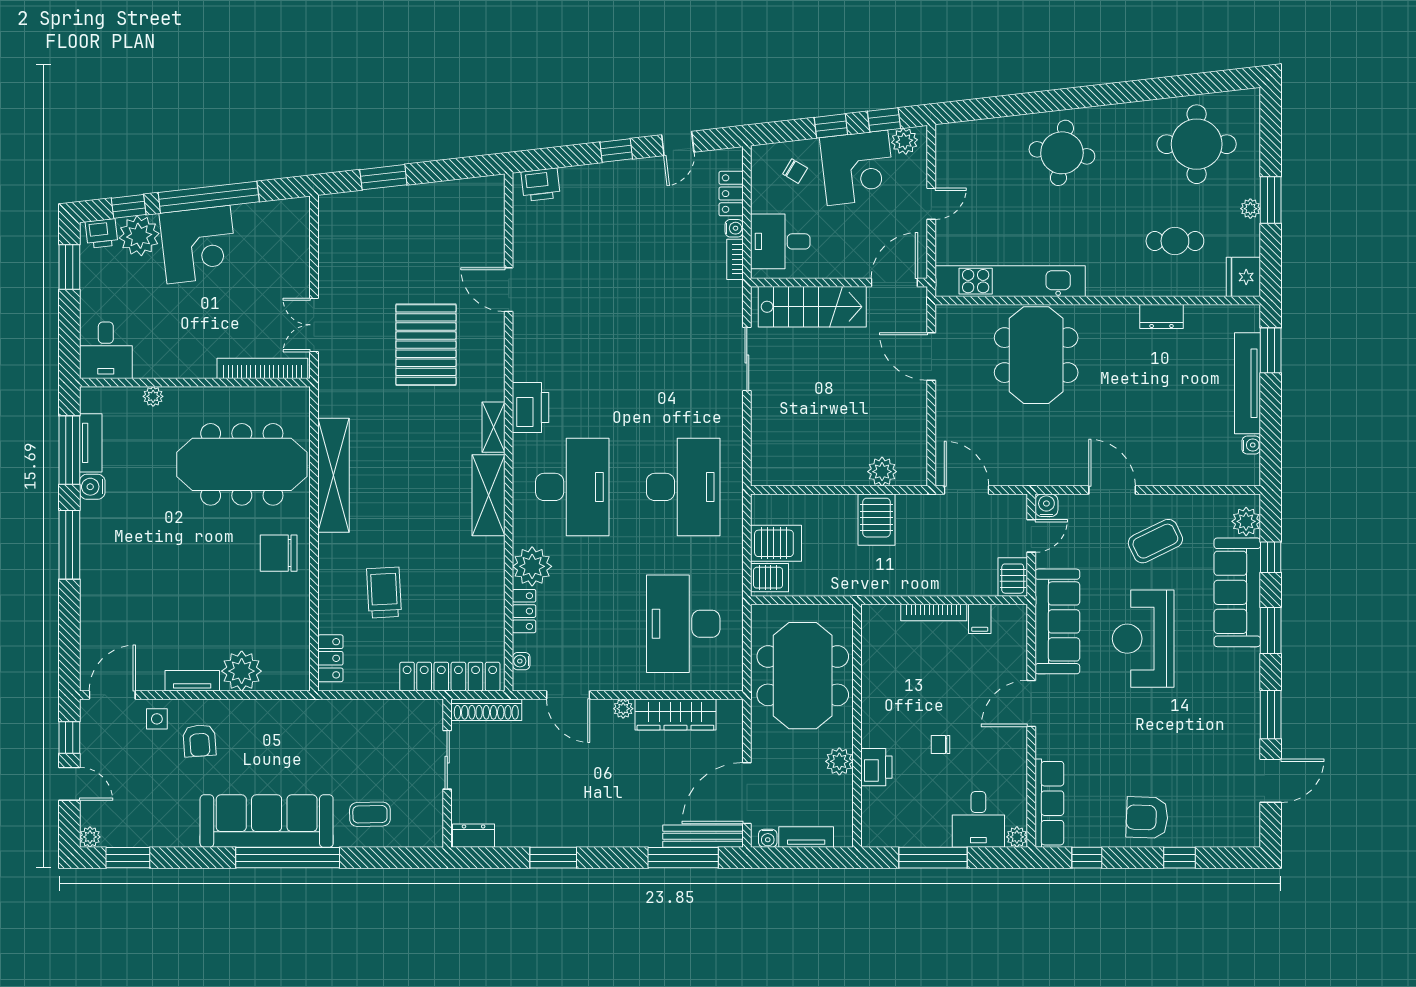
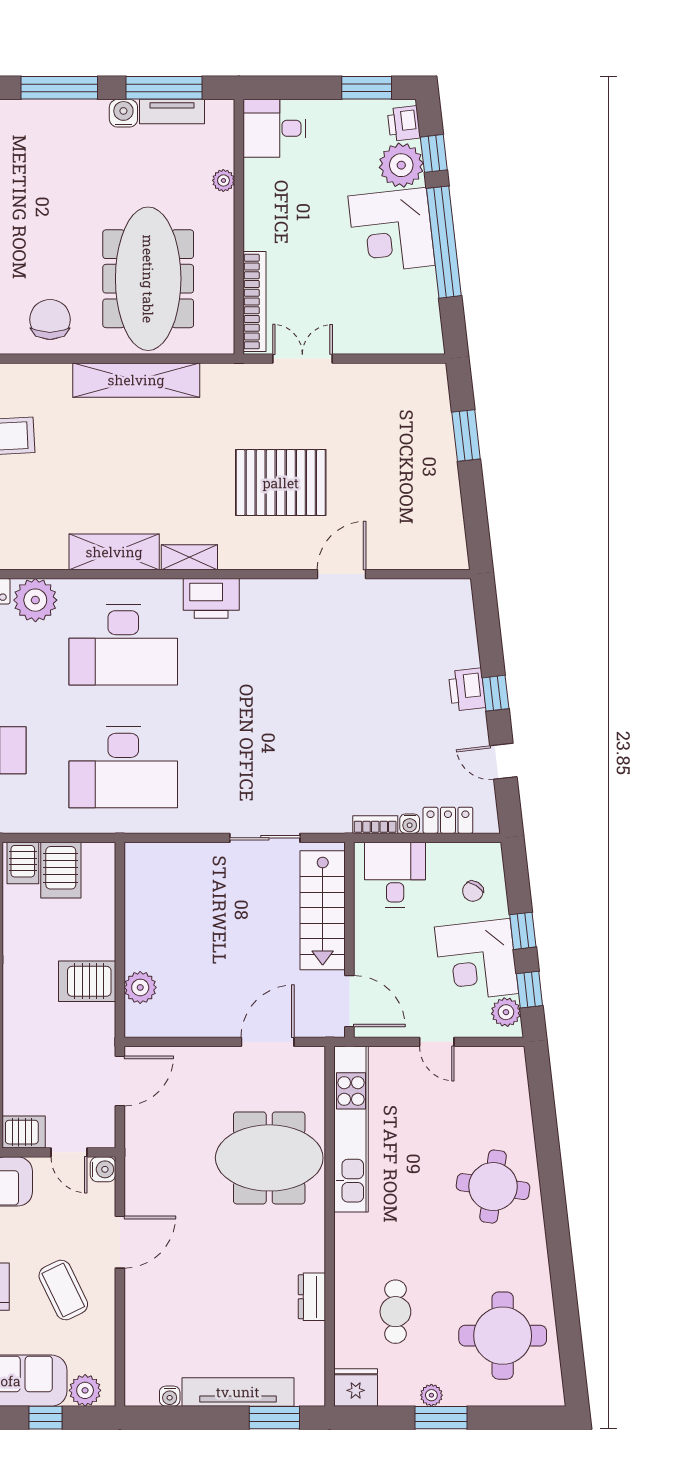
printer: (541, 185) -> (467, 690), moved

